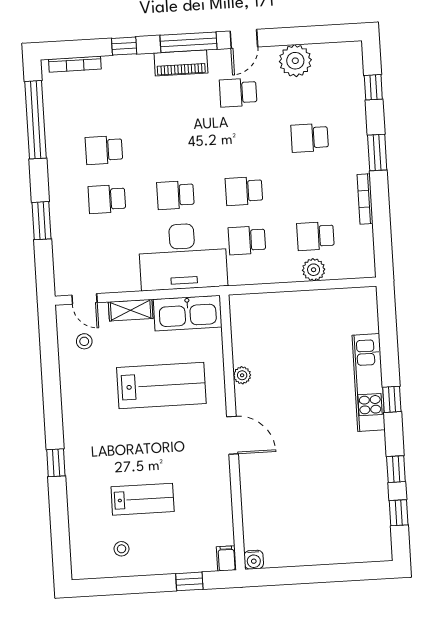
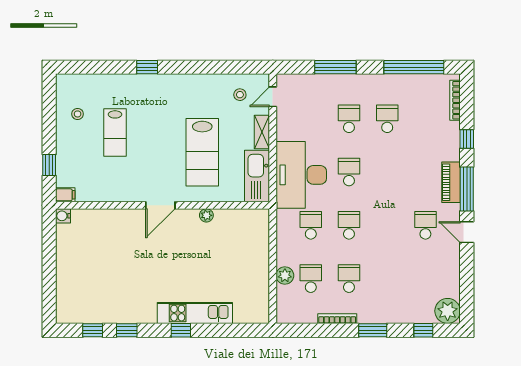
plant: (295, 61) -> (448, 311), moved
school desk: (310, 138) -> (349, 279), moved
window: (42, 221) -> (335, 67), width x1.44

